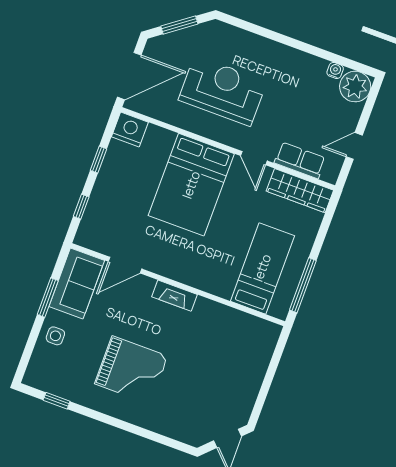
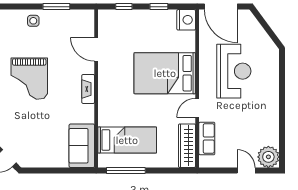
window: (179, 25) -> (266, 27), removed
water cooler: (335, 70) -> (274, 140), removed
door: (354, 146) -> (246, 170), moved
sofa: (77, 283) -> (82, 146), moved, turned 90

